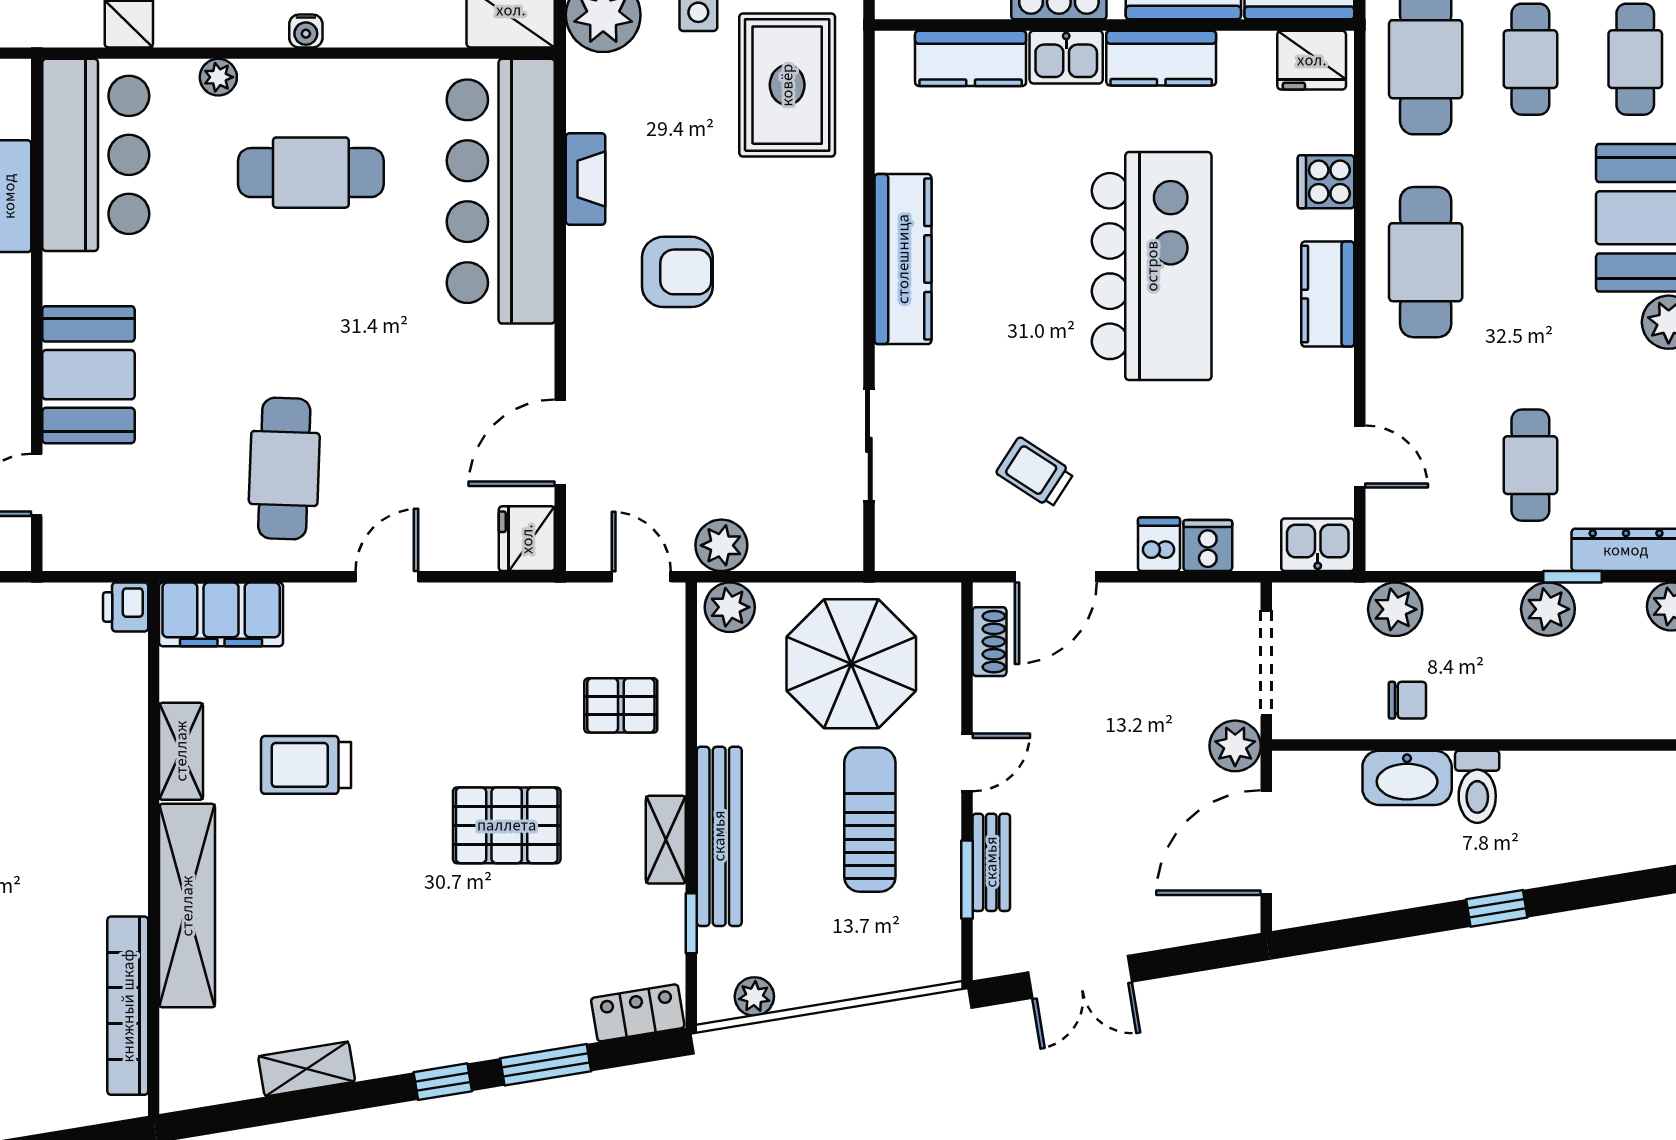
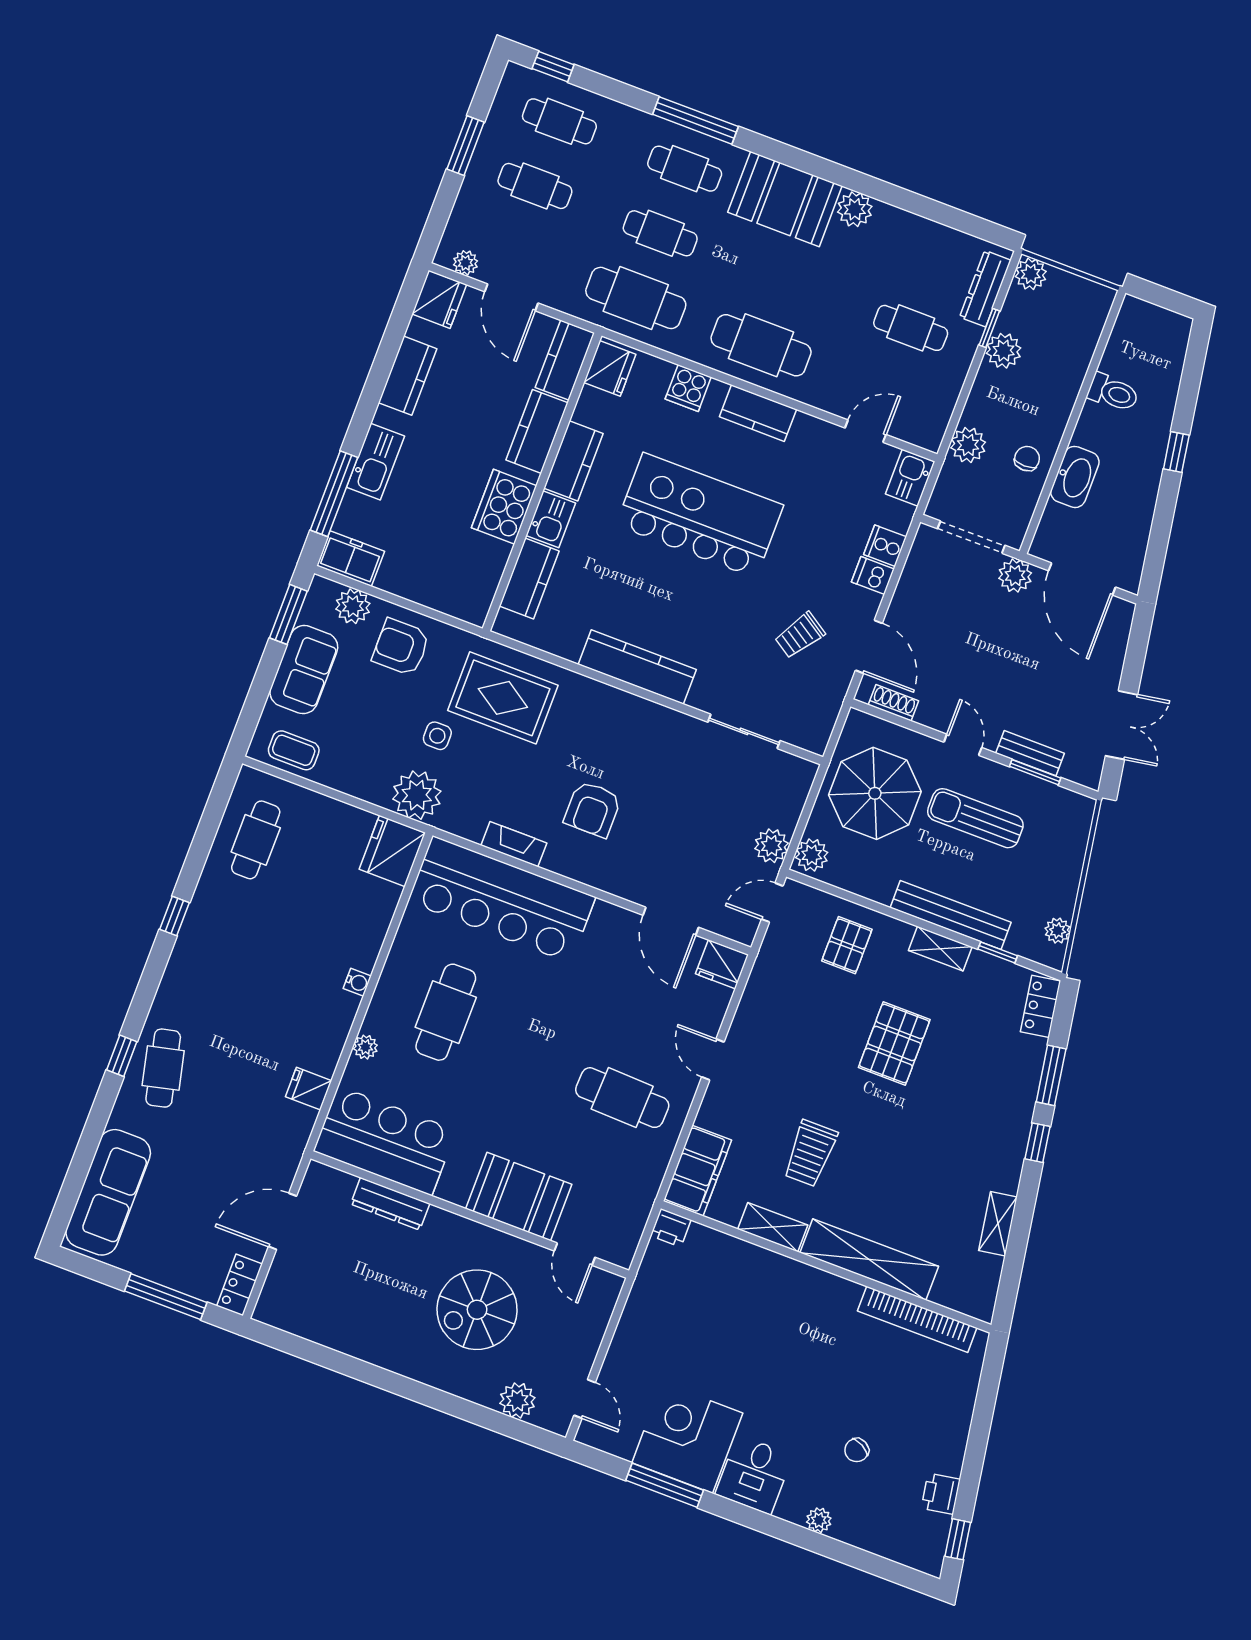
armchair: (677, 272) -> (593, 809), turned 180
toilet: (1477, 787) -> (1113, 393), moved

